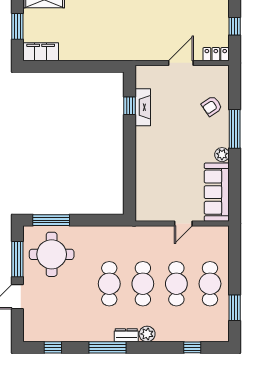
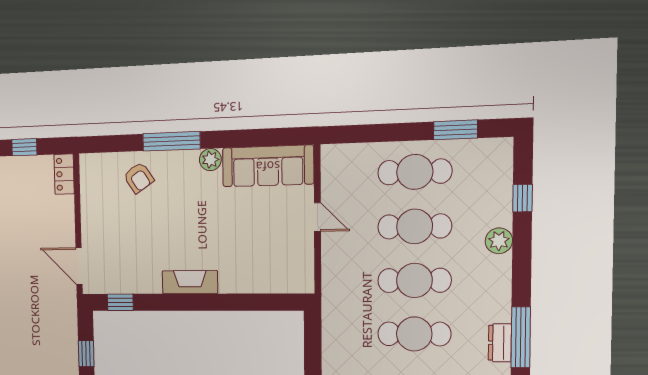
door: (181, 63) -> (79, 266), moved
window: (95, 66) -> (86, 354), added
window: (129, 106) -> (120, 302), moved
fireplace: (143, 107) -> (190, 282), moved
plant: (147, 334) -> (499, 241), moved
dresser: (126, 335) -> (500, 343), moved

